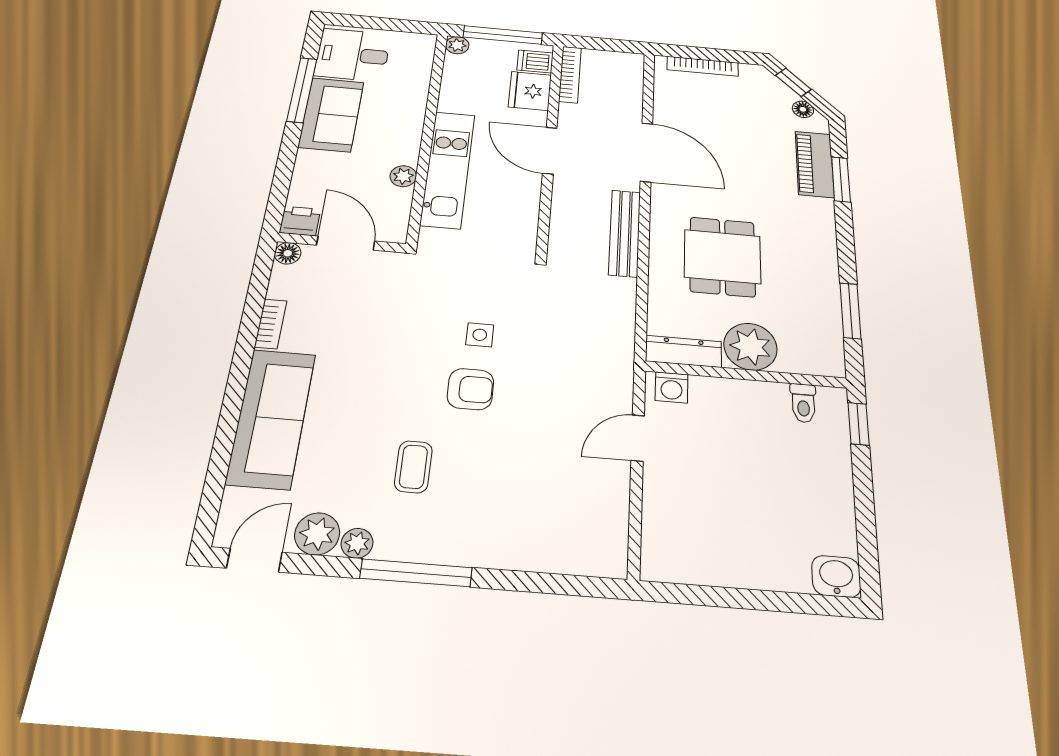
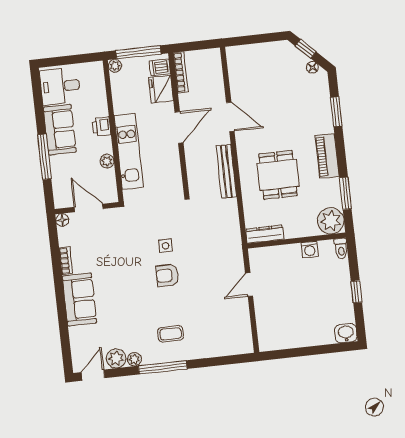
bookcase: (703, 66) -> (253, 49), removed
window: (302, 90) -> (44, 157), moved
door: (550, 151) -> (179, 127), swing flipped
door: (646, 152) -> (230, 117), width x0.73
piano: (815, 164) -> (327, 156), moved
printer: (300, 221) -> (102, 127), moved, turned -90
plant: (750, 347) -> (331, 221), moved
washing machine: (672, 387) -> (310, 250), moved
armchair: (470, 389) -> (167, 275), turned 180
toilet: (803, 403) -> (341, 248), moved
sofa: (271, 418) -> (79, 299), width x0.73
window: (859, 424) -> (356, 292), moved
coffee table: (413, 467) -> (171, 334), moved, turned 90

